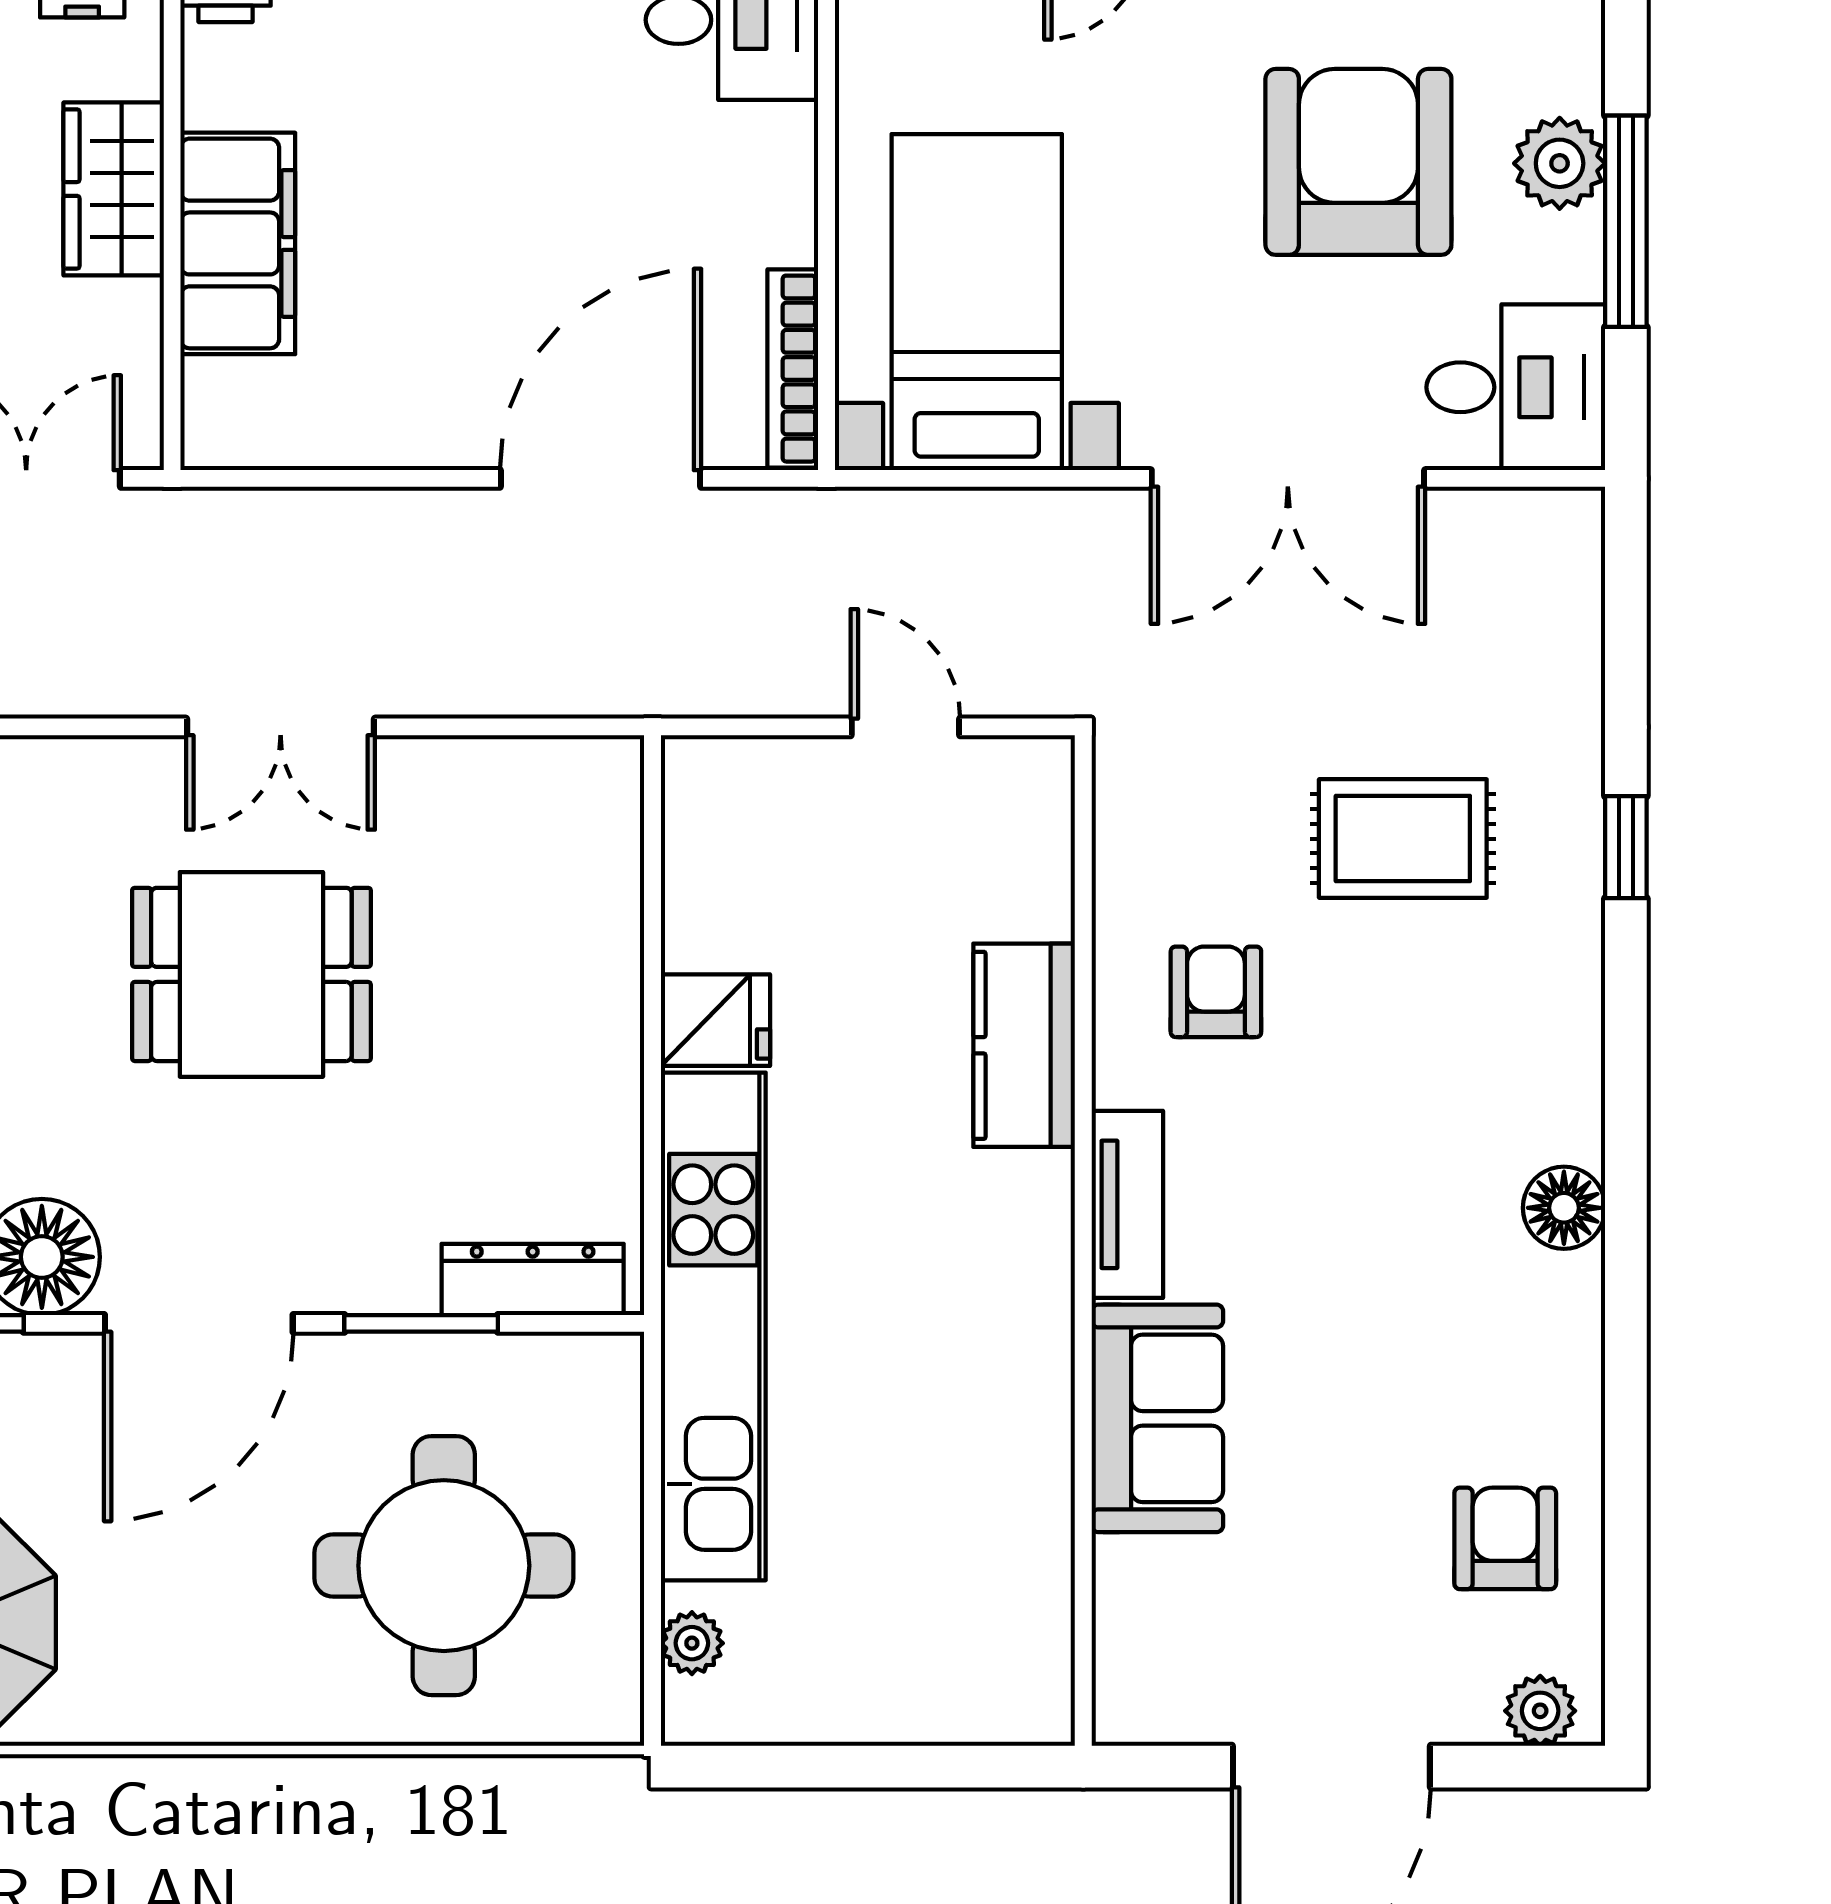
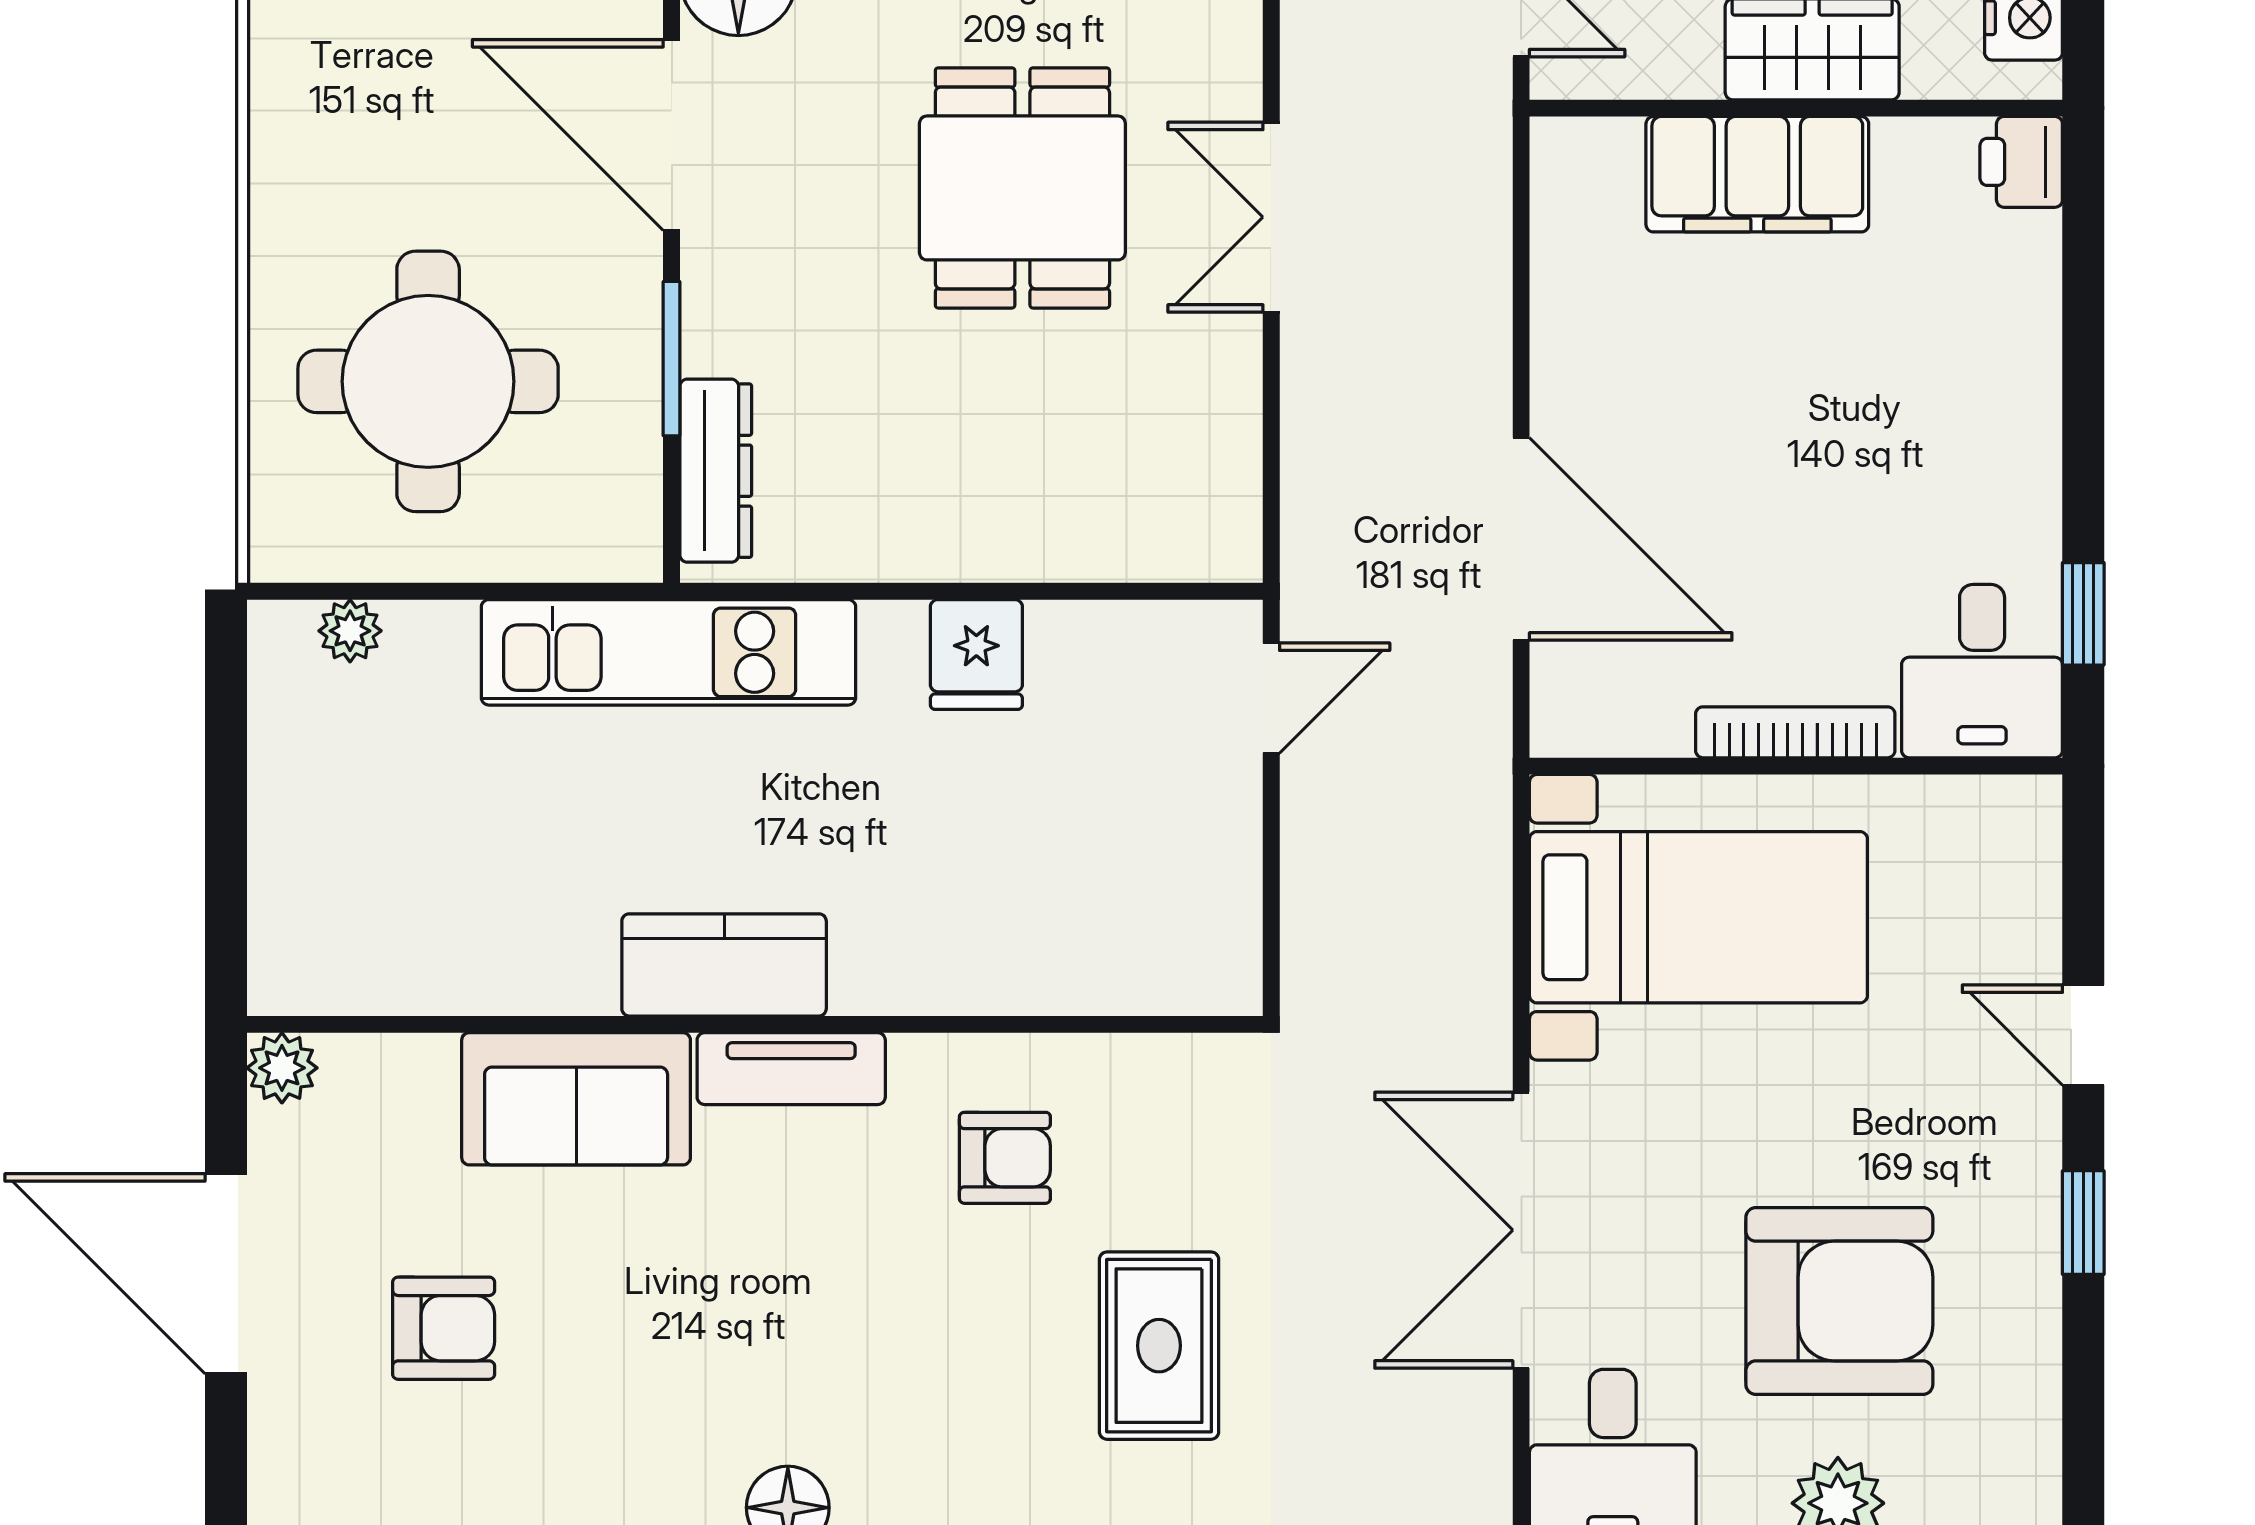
bookcase: (793, 369) -> (1795, 732), moved
door: (905, 727) -> (1271, 698), moved
kitchen counter: (1024, 1045) -> (724, 965), moved
kitchen unit: (713, 1326) -> (668, 652), width x0.73
armchair: (1505, 1538) -> (444, 1328), moved
plant: (1540, 1711) -> (282, 1068), moved

